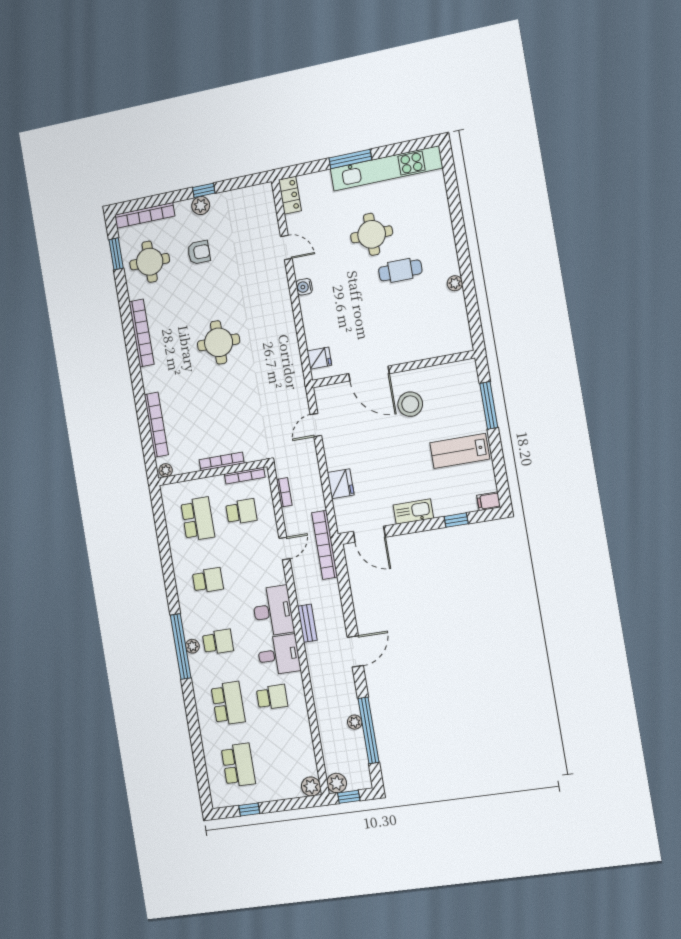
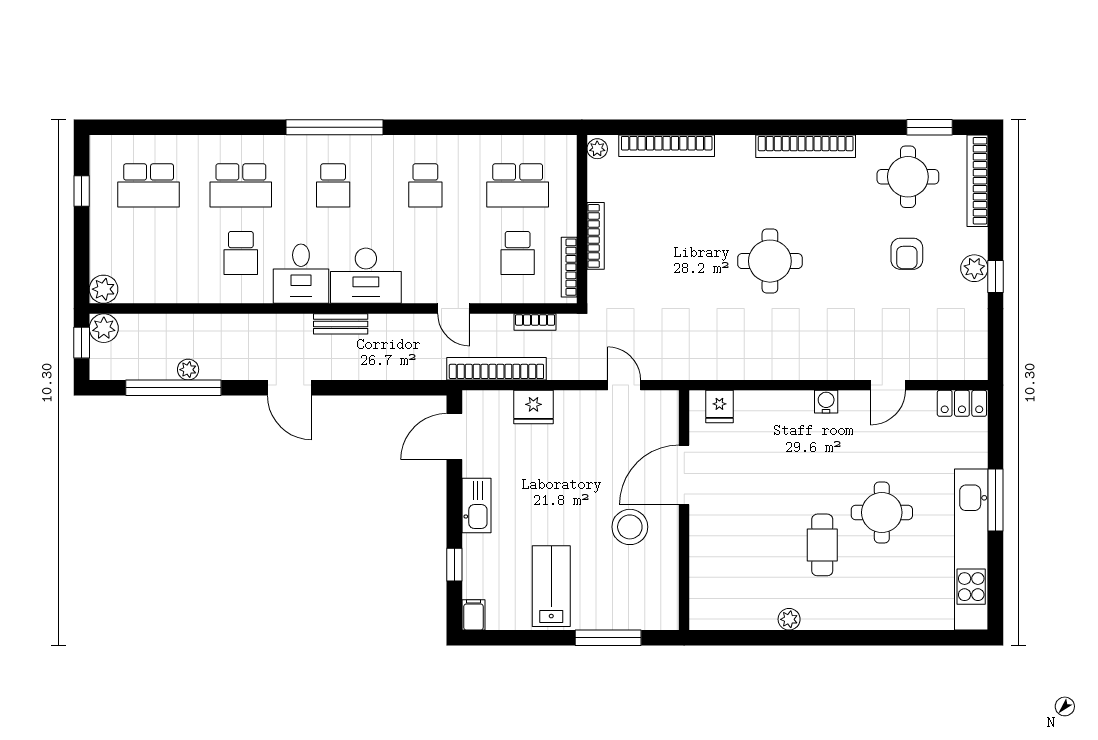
bookcase: (325, 545) -> (496, 369), moved
plant: (192, 646) -> (332, 145), removed

